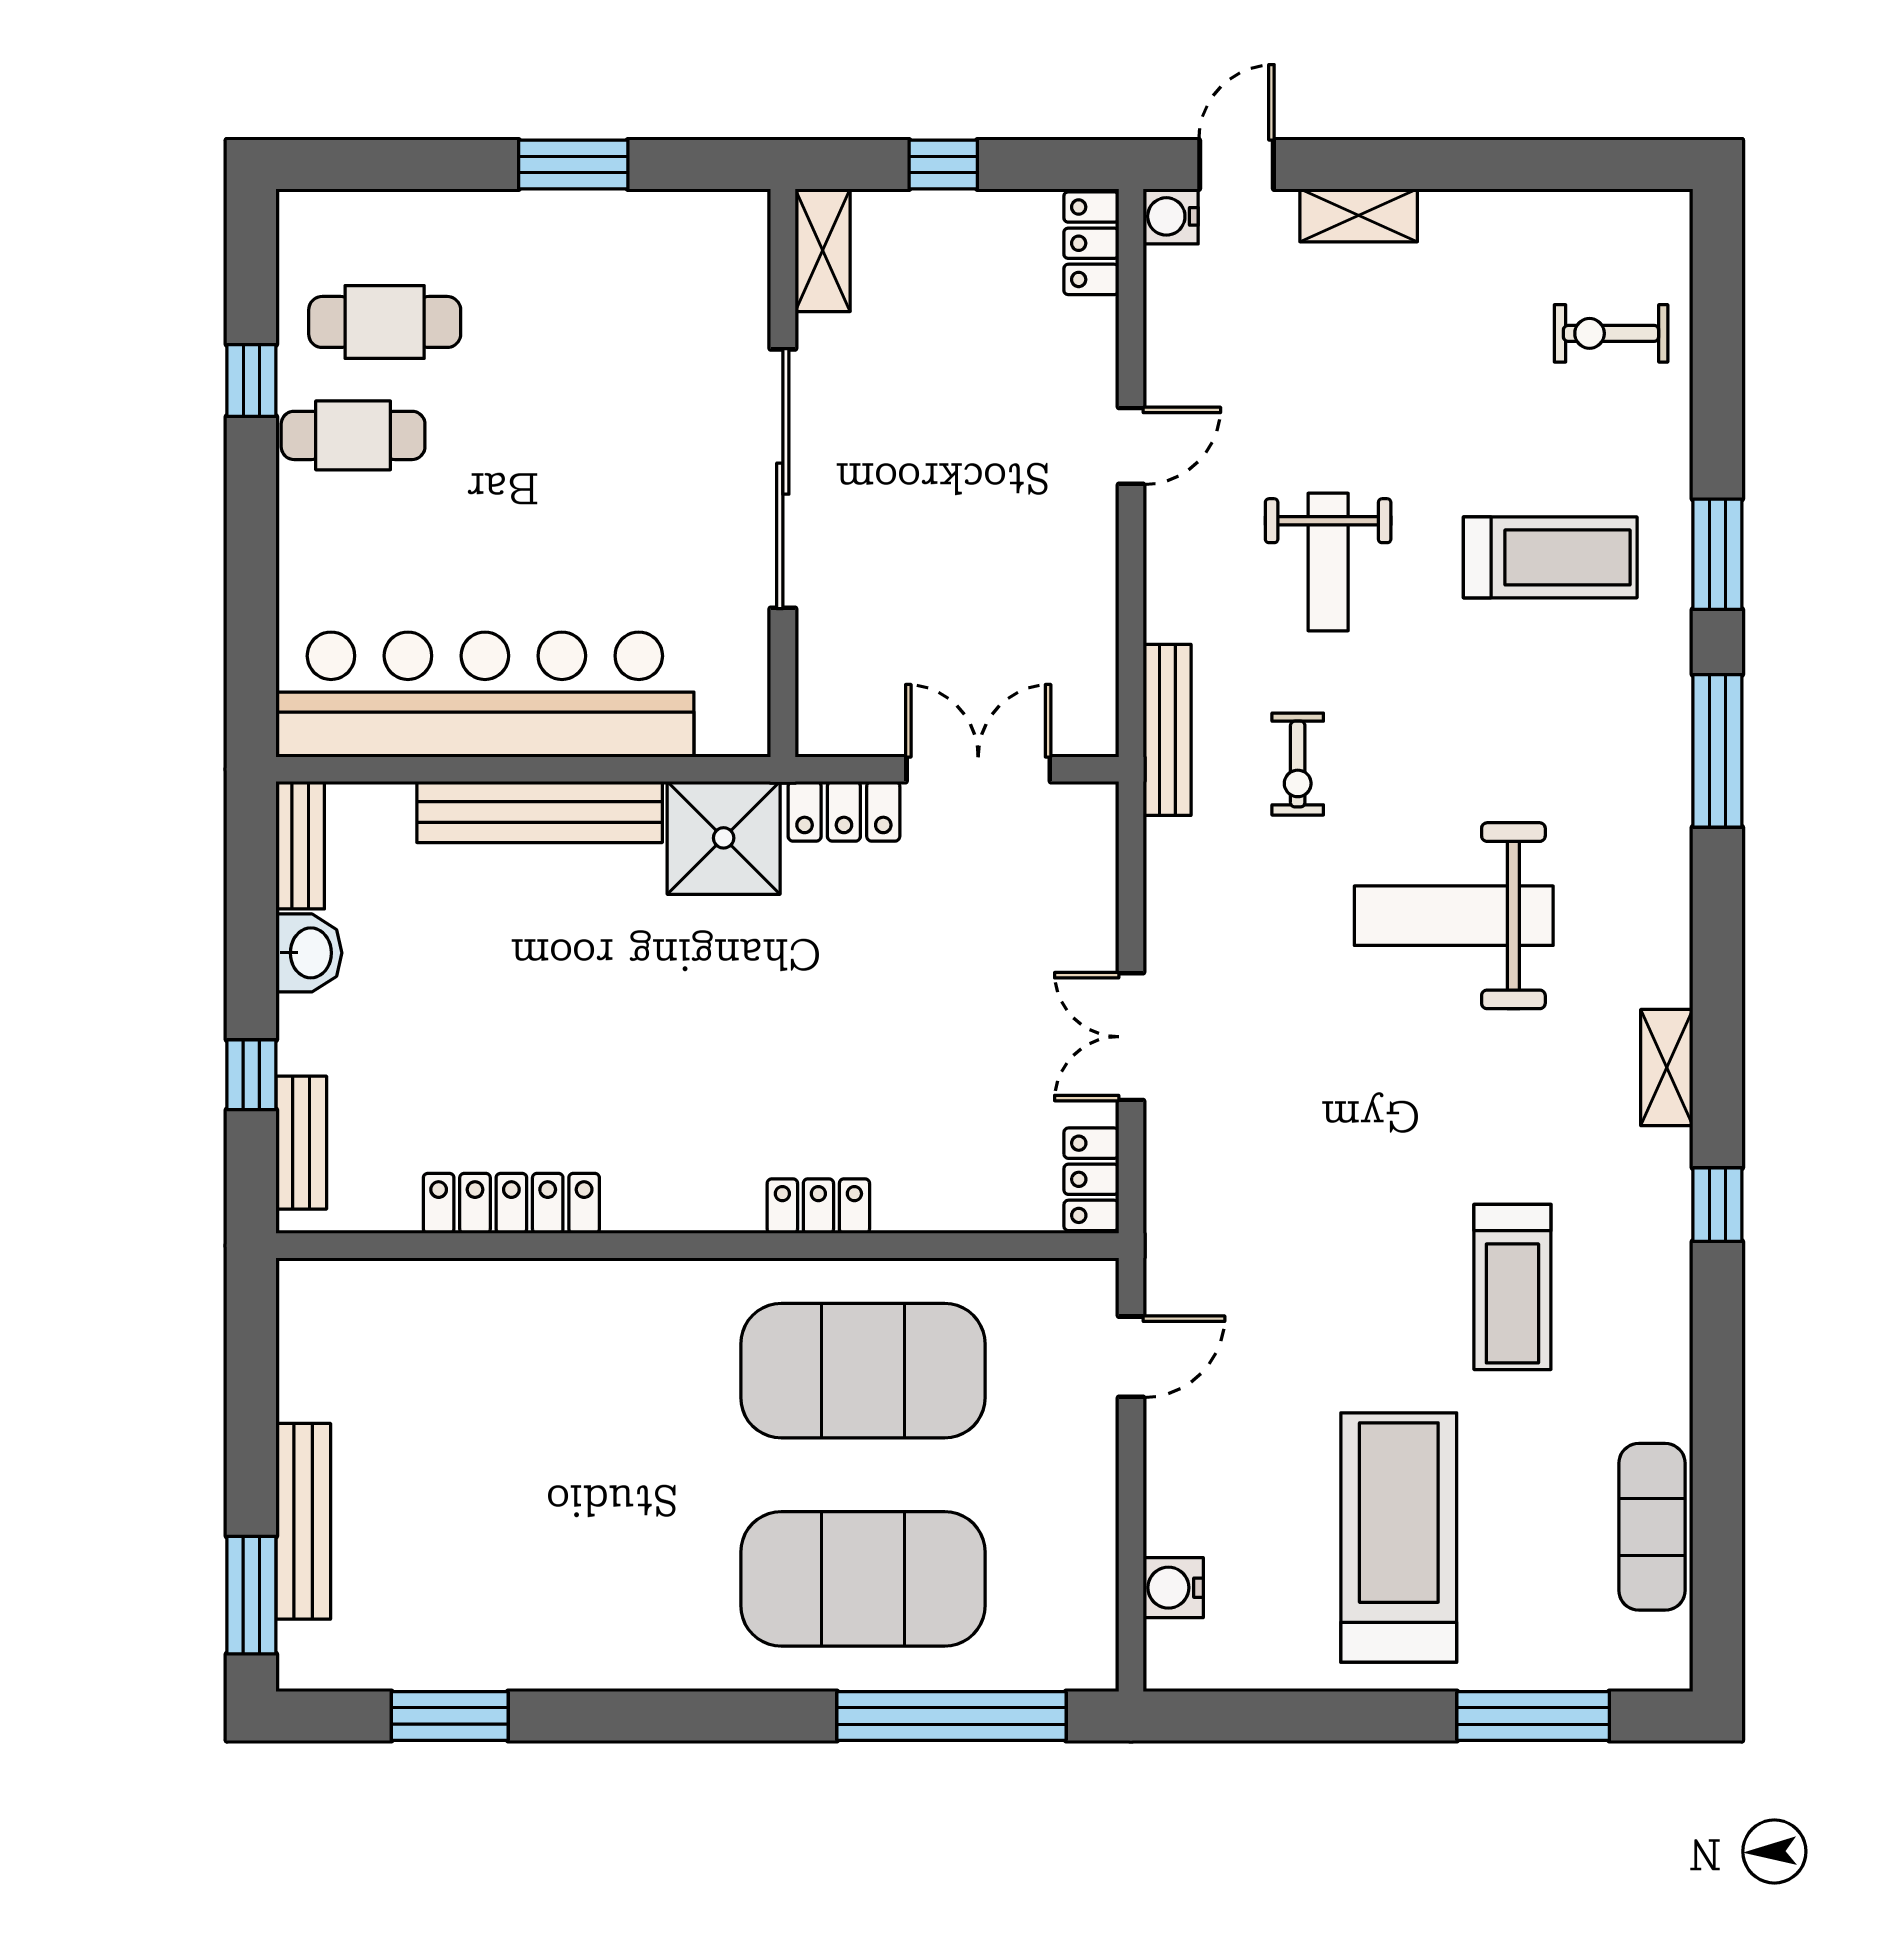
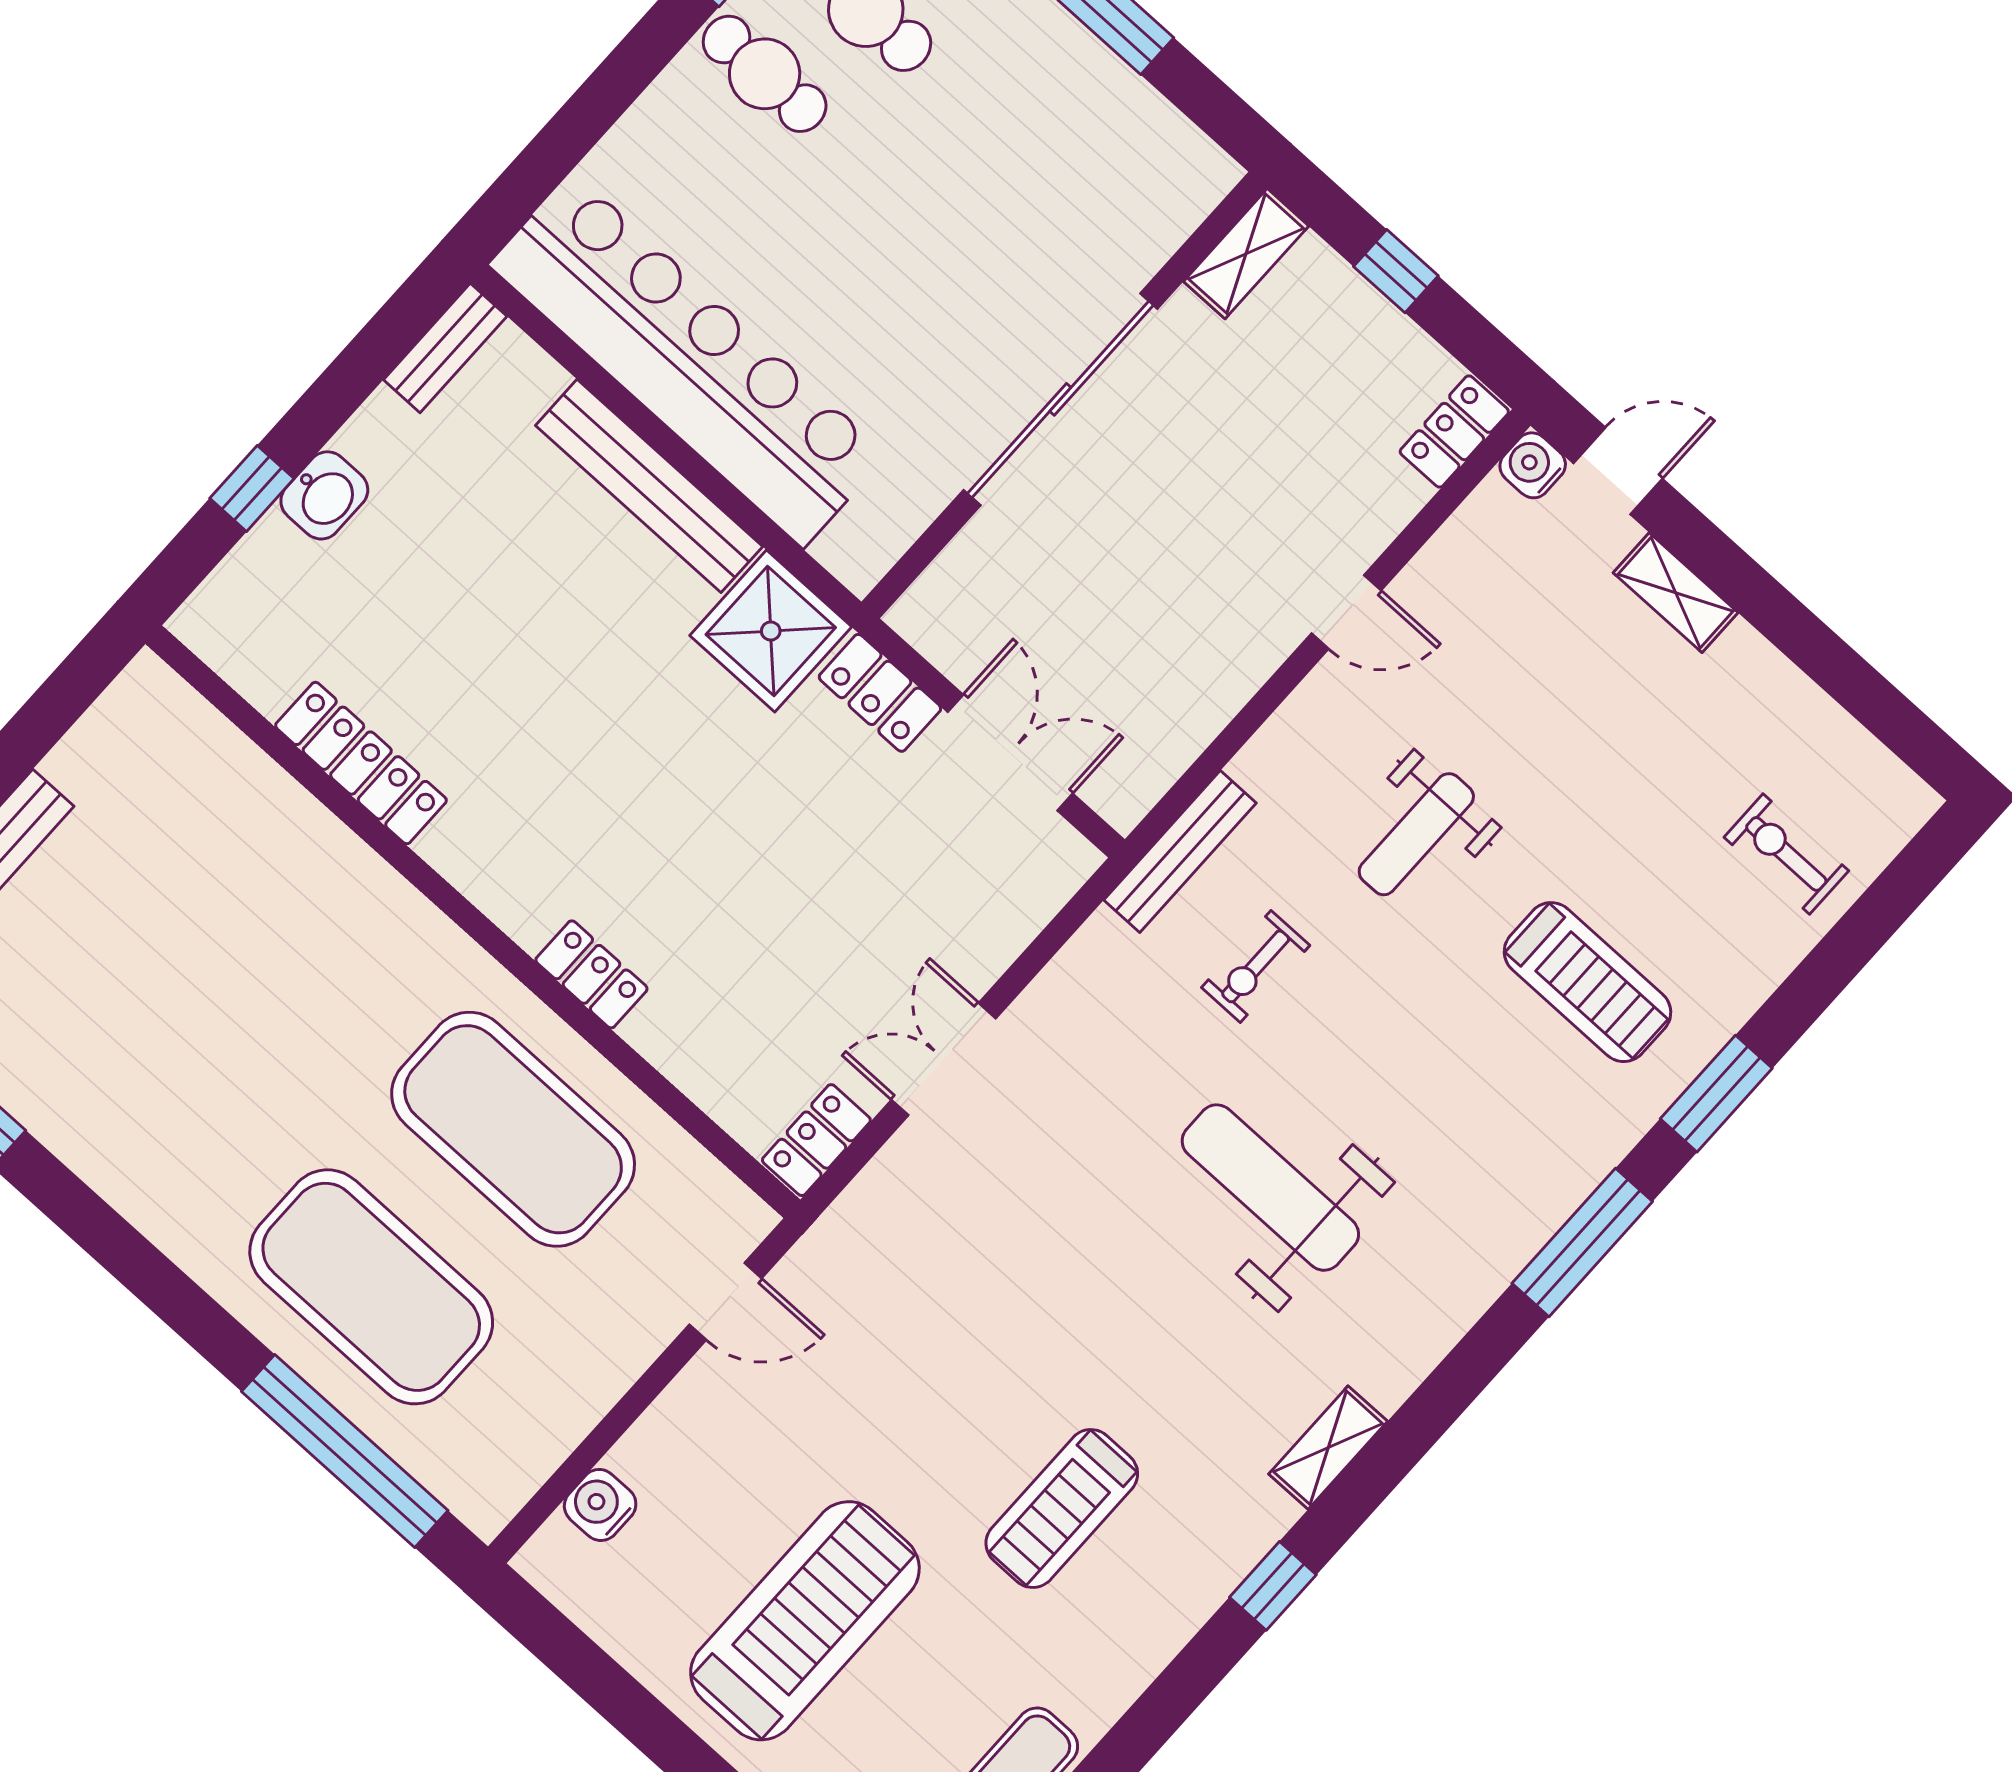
washbasin: (309, 953) -> (324, 495), moved
bench: (301, 1143) -> (243, 574), removed

